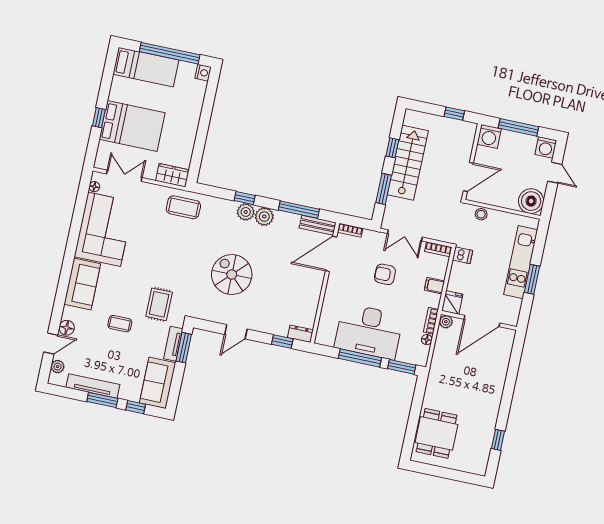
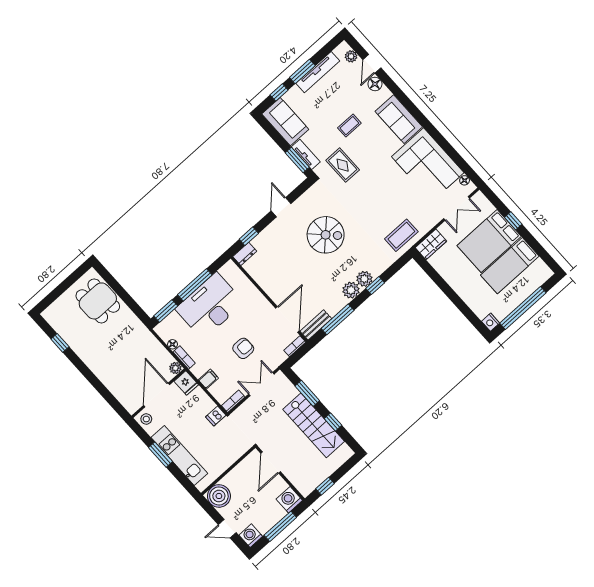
bed: (146, 67) -> (510, 266), moved
stool: (481, 214) -> (146, 419), moved

